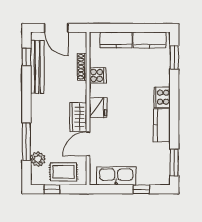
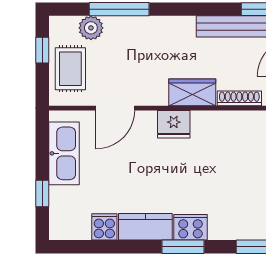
cooker: (98, 75) -> (104, 227), moved, turned 180
wardrobe: (78, 117) -> (192, 92), moved
door: (88, 144) -> (115, 108), swing flipped
window: (174, 162) -> (183, 247), moved

